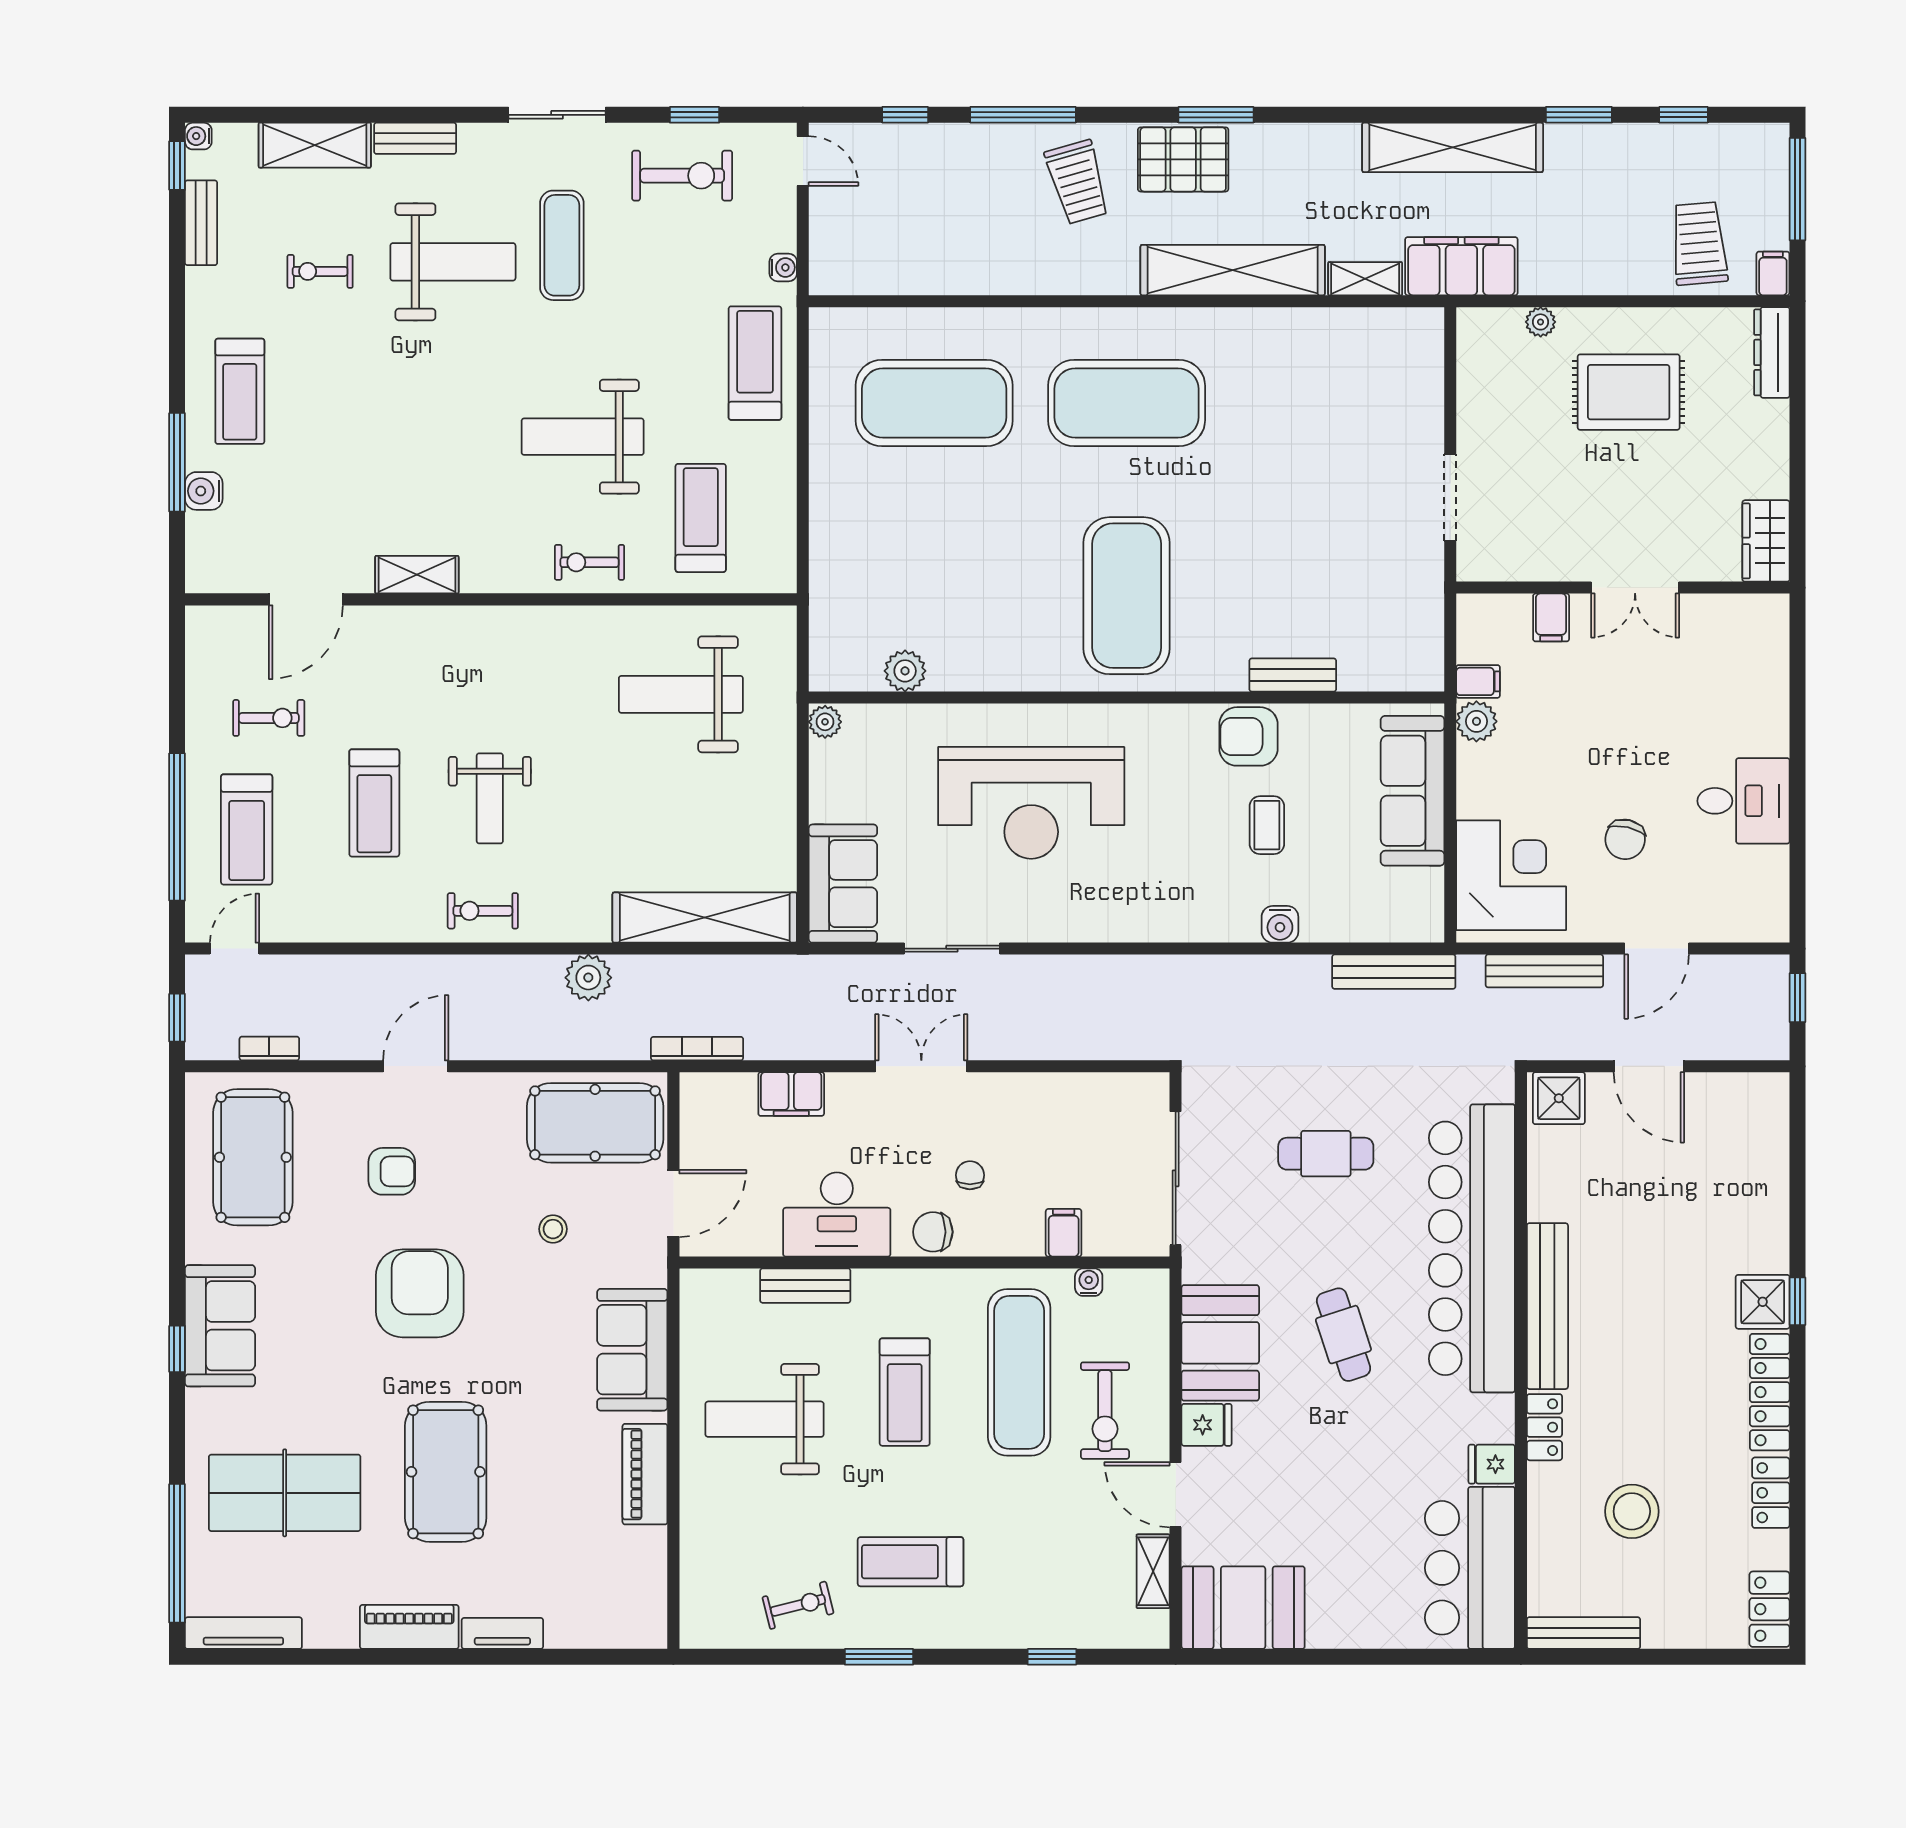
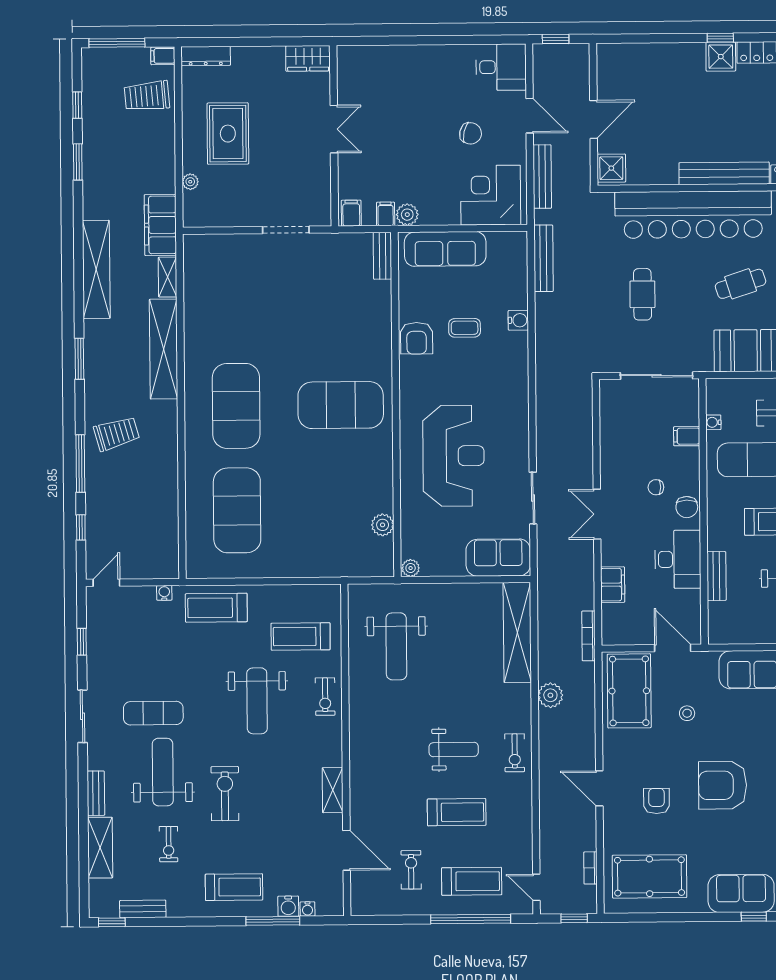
water cooler: (198, 136) -> (308, 909), moved
shelving: (1453, 147) -> (96, 269), moved
pallet: (1183, 159) -> (104, 376), removed
exercise bike: (682, 176) -> (225, 794), moved
filing cabinet: (1551, 617) -> (351, 213), moved, turned -90
bench: (1293, 675) -> (382, 256), moved
desk: (1743, 801) -> (501, 67), moved, turned 90

